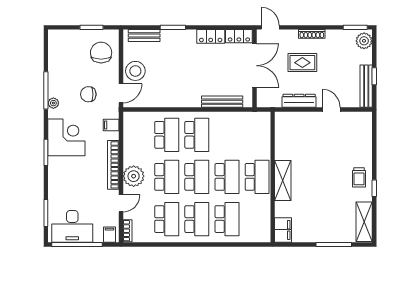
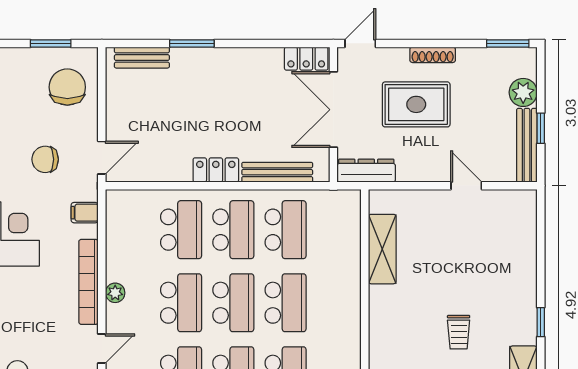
door: (270, 27) -> (360, 43), hinge flipped
locker: (211, 36) -> (216, 170), moved, turned 180
plant: (364, 41) -> (523, 92), moved
rug: (302, 63) -> (416, 104), width x1.36, depth x1.43
double door: (255, 66) -> (333, 110), swing flipped
stool: (135, 71) -> (127, 119), removed
dresser: (299, 101) -> (366, 171), moved
plant: (134, 176) -> (115, 293), width x0.53, depth x0.53
school desk: (257, 177) -> (286, 230), moved
trolley: (359, 177) -> (459, 332), moved
shelving: (283, 180) -> (382, 249), moved

